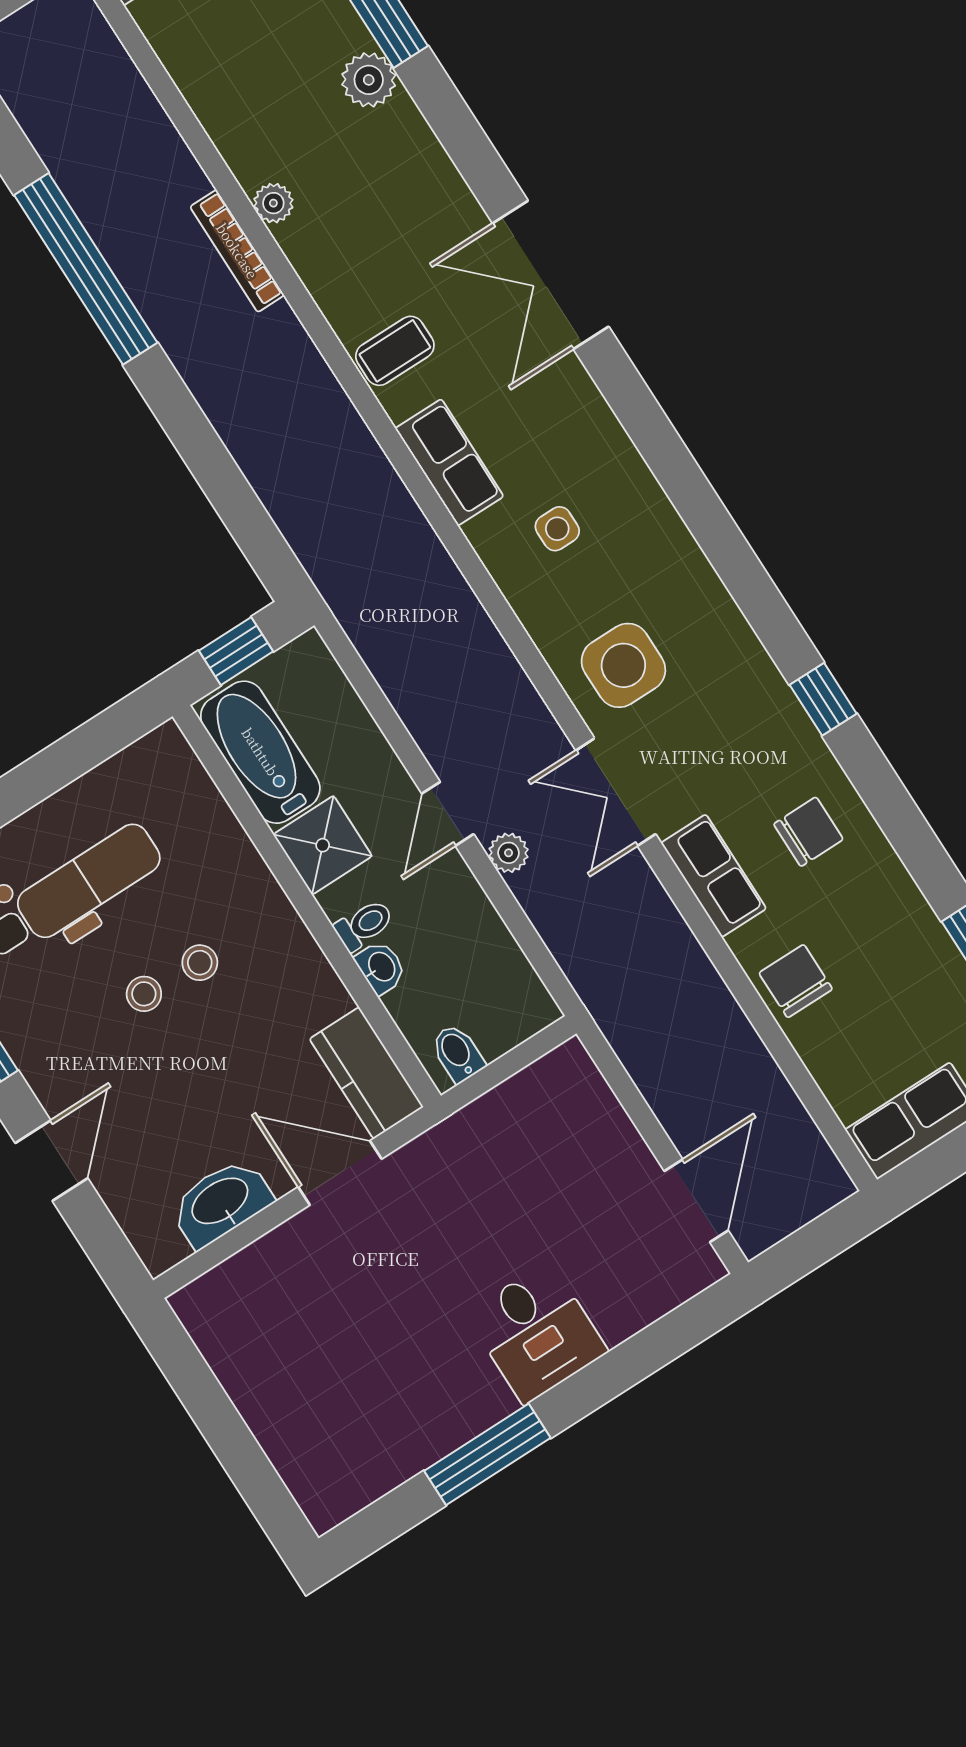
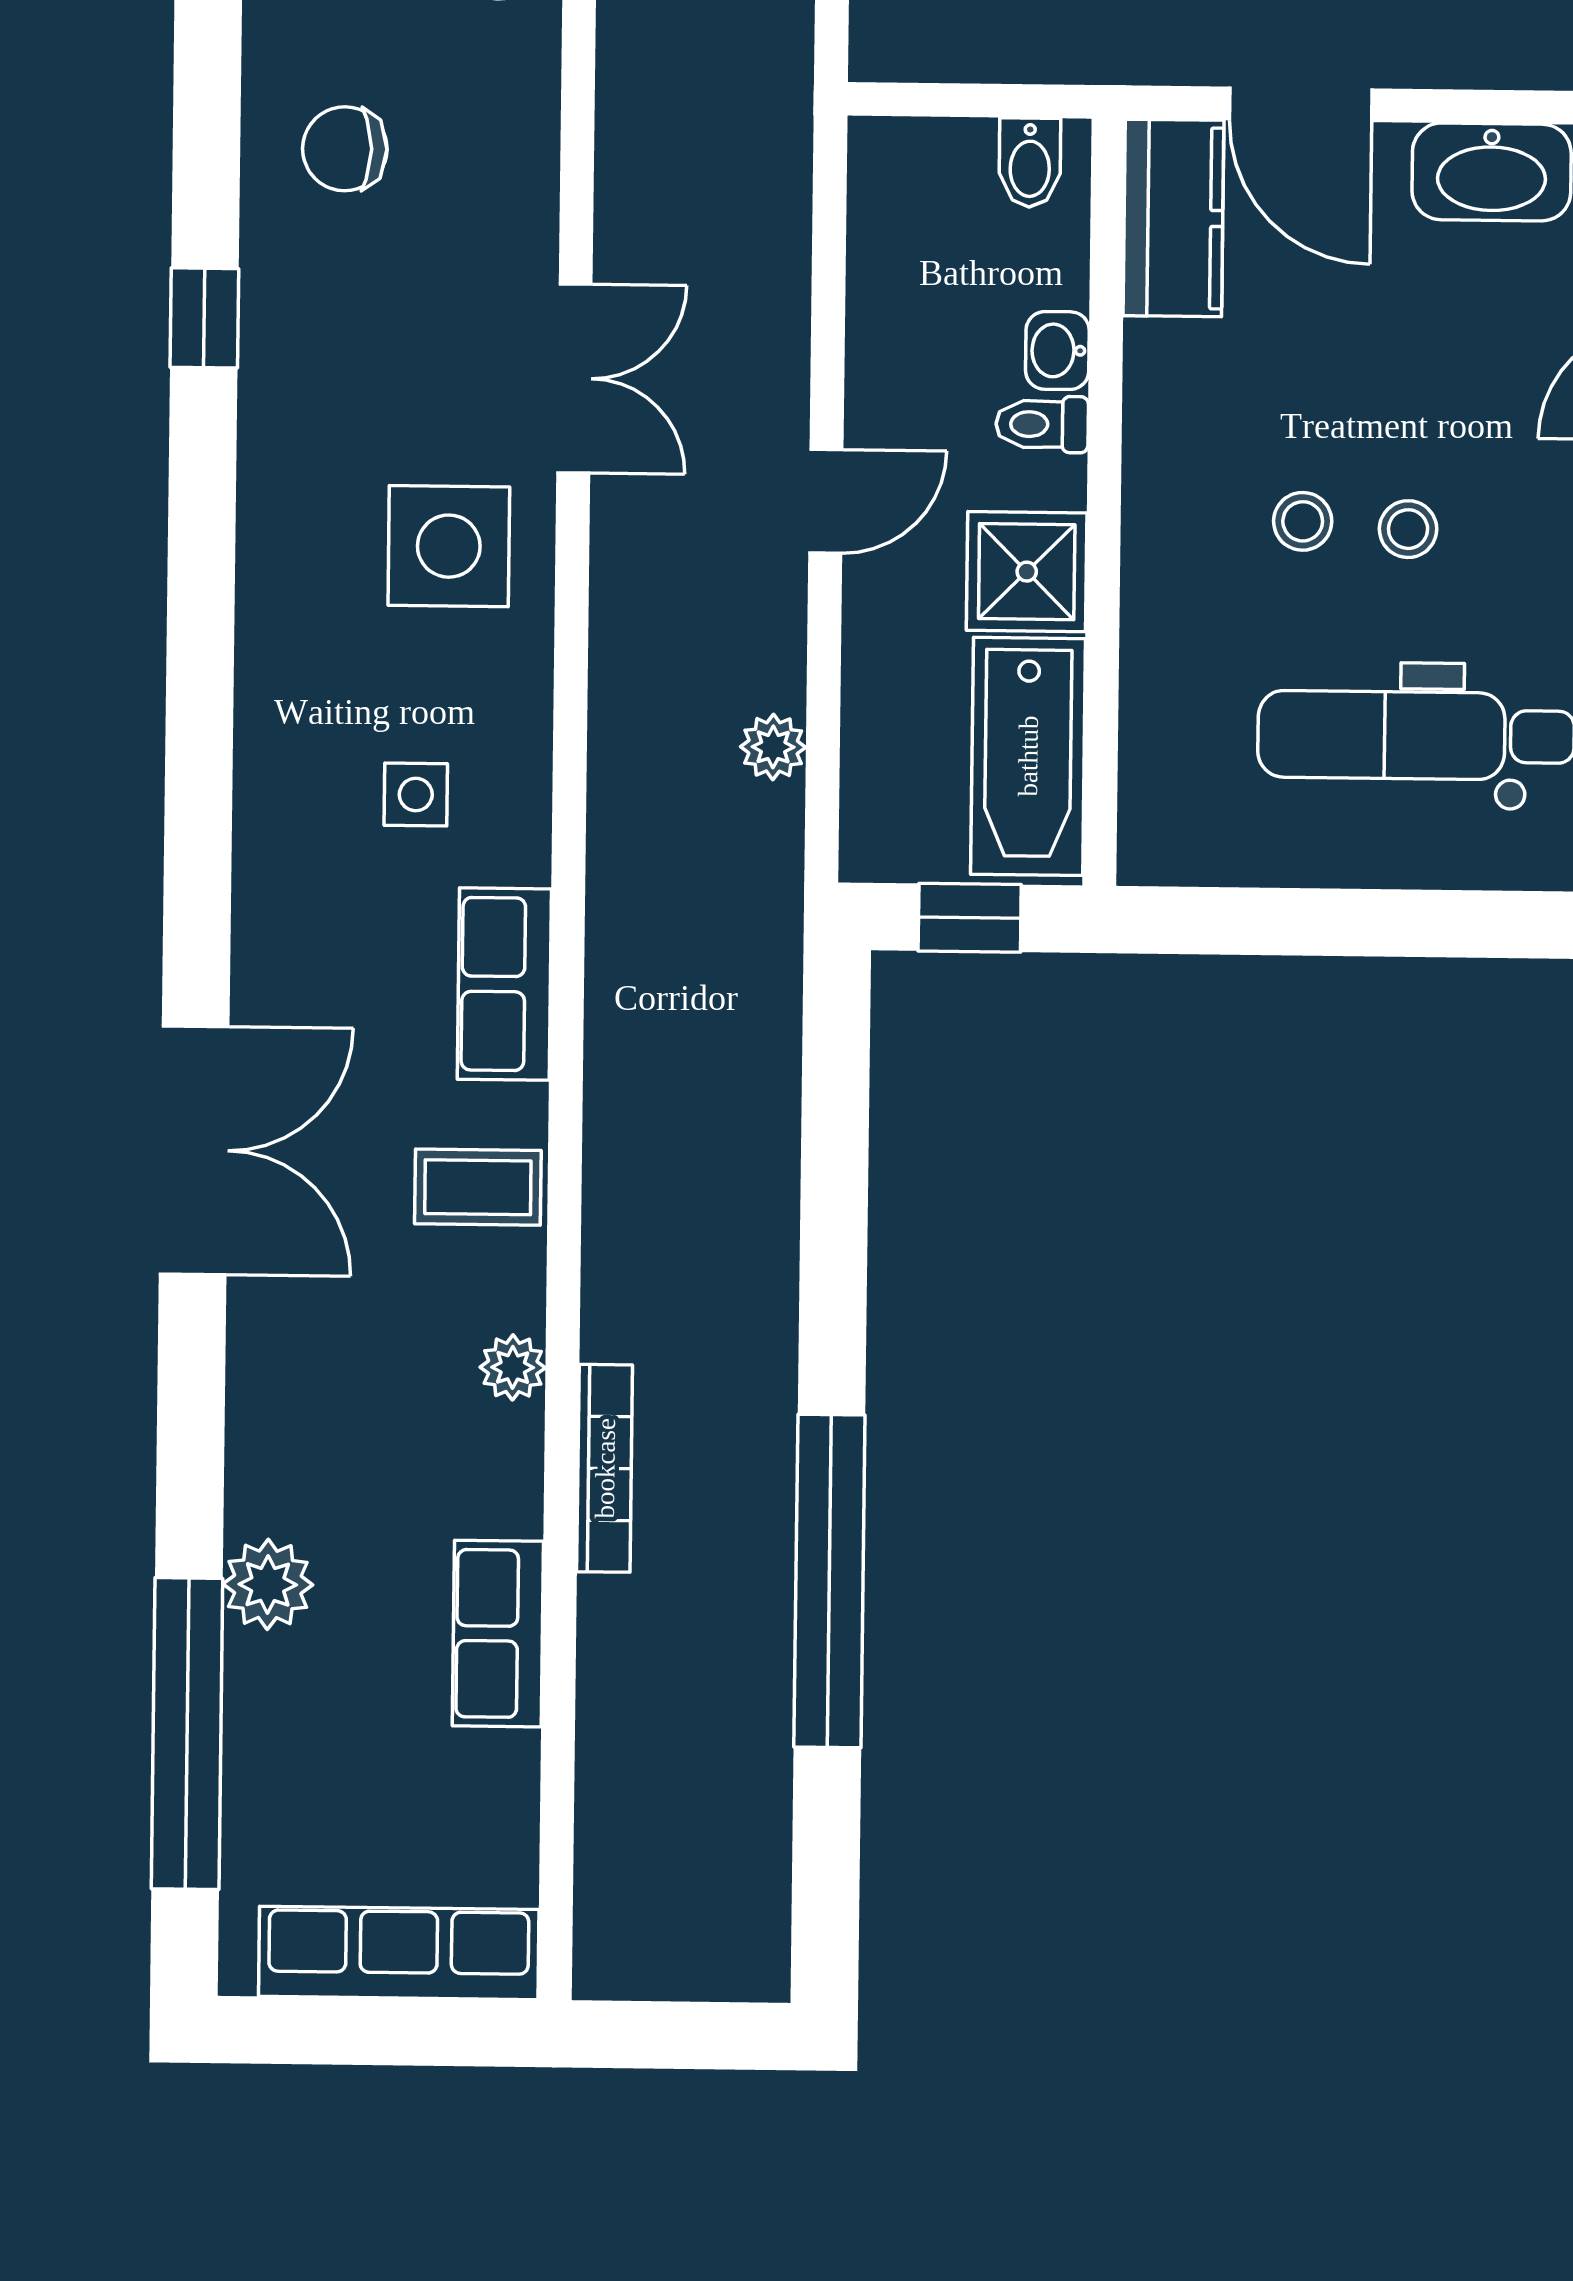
plant: (273, 203) -> (513, 1367), moved
plant: (509, 853) -> (773, 747), moved
row of seats: (714, 876) -> (498, 1634), moved

